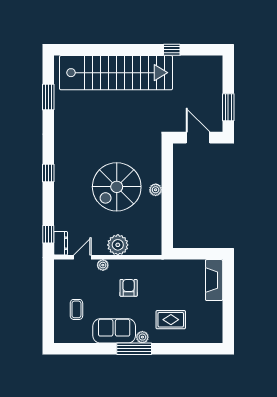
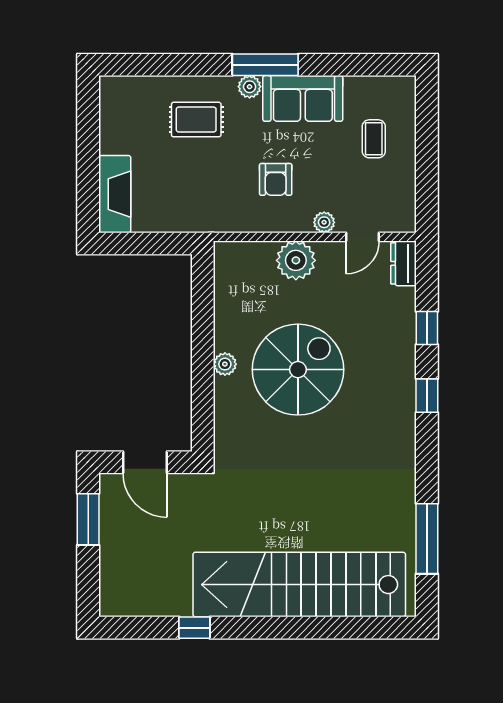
window: (48, 97) -> (427, 539), width x1.44
window: (48, 234) -> (427, 328), moved

